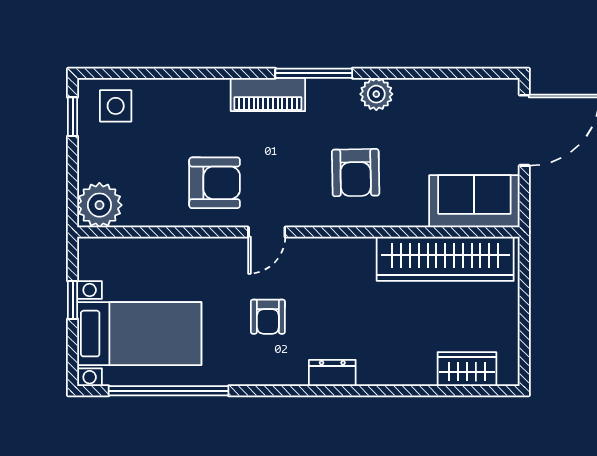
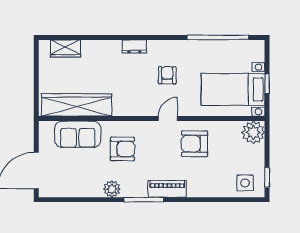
armchair: (356, 173) -> (122, 149), turned 91
sofa: (474, 201) -> (78, 134), moved
bed with nightstands: (139, 334) -> (233, 89), moved

